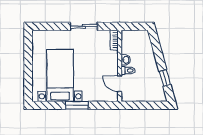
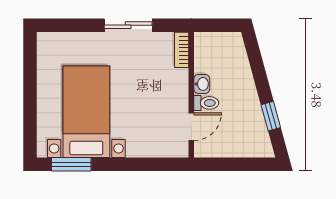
door: (120, 84) -> (191, 127), swing flipped
window: (77, 105) -> (71, 164), moved

